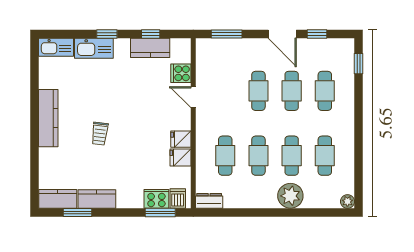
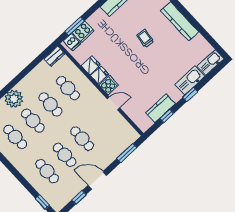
cooker: (181, 73) -> (109, 85), moved

